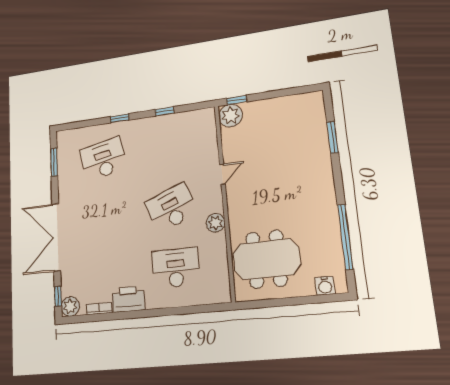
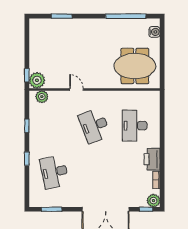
plant: (216, 223) -> (42, 97), moved
meeting table: (266, 259) -> (135, 66), turned 90

